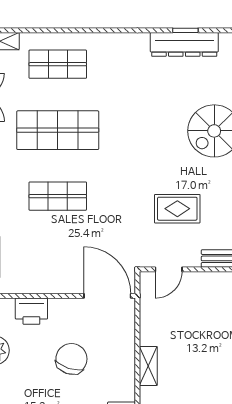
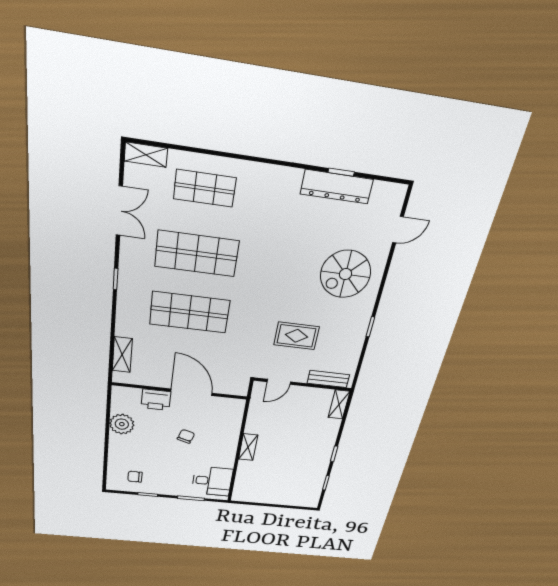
shop shelf: (58, 196) -> (190, 312), width x1.43, depth x1.36
door: (107, 296) -> (192, 392), moved
chair: (71, 359) -> (186, 436), width x0.54, depth x0.54

